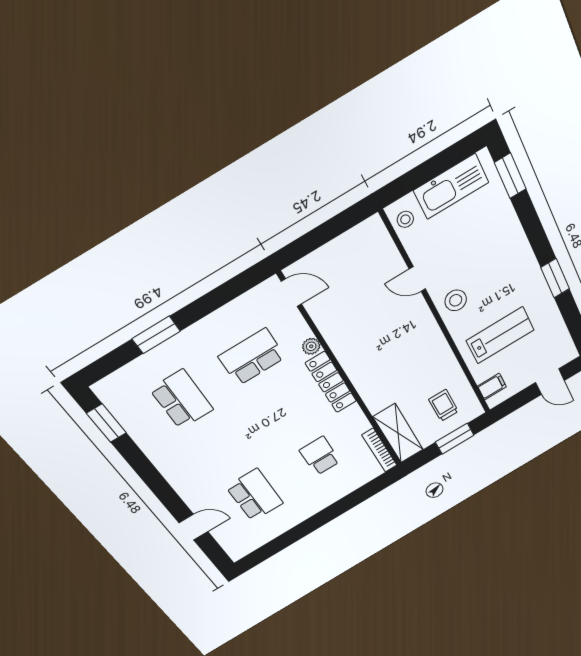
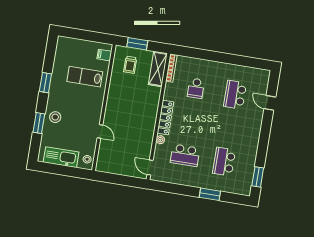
window: (510, 176) -> (39, 123), moved
stool: (456, 300) -> (55, 117), moved
door: (550, 382) -> (79, 34), removed

